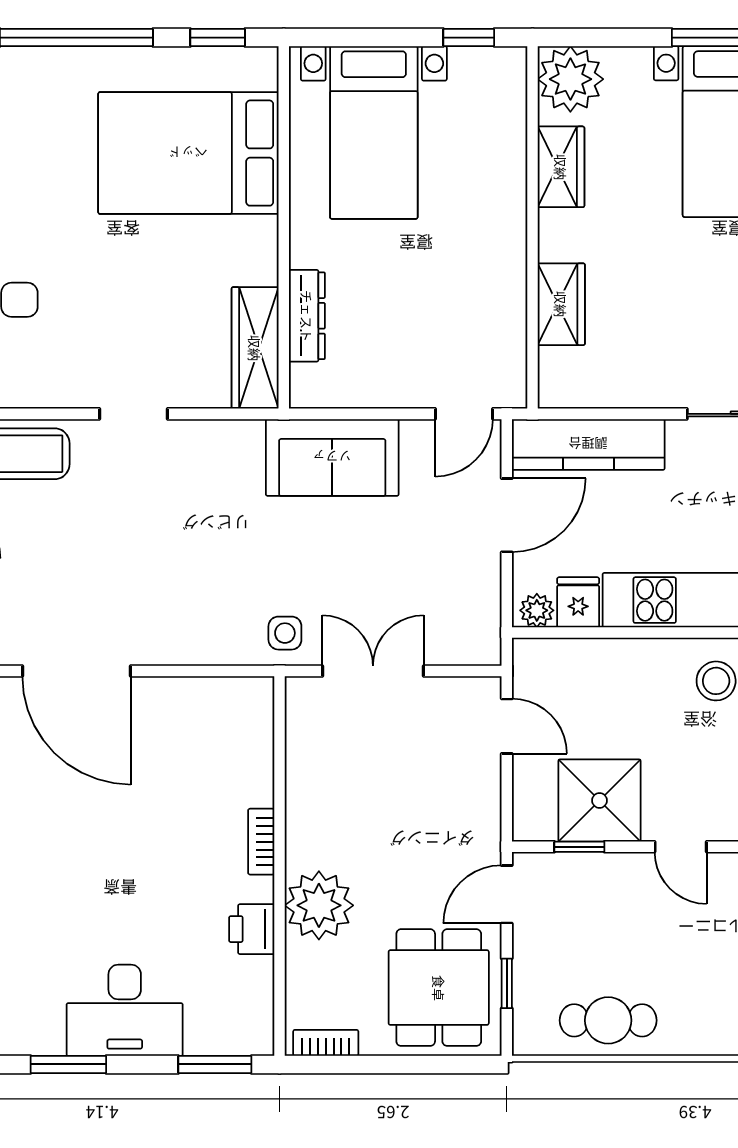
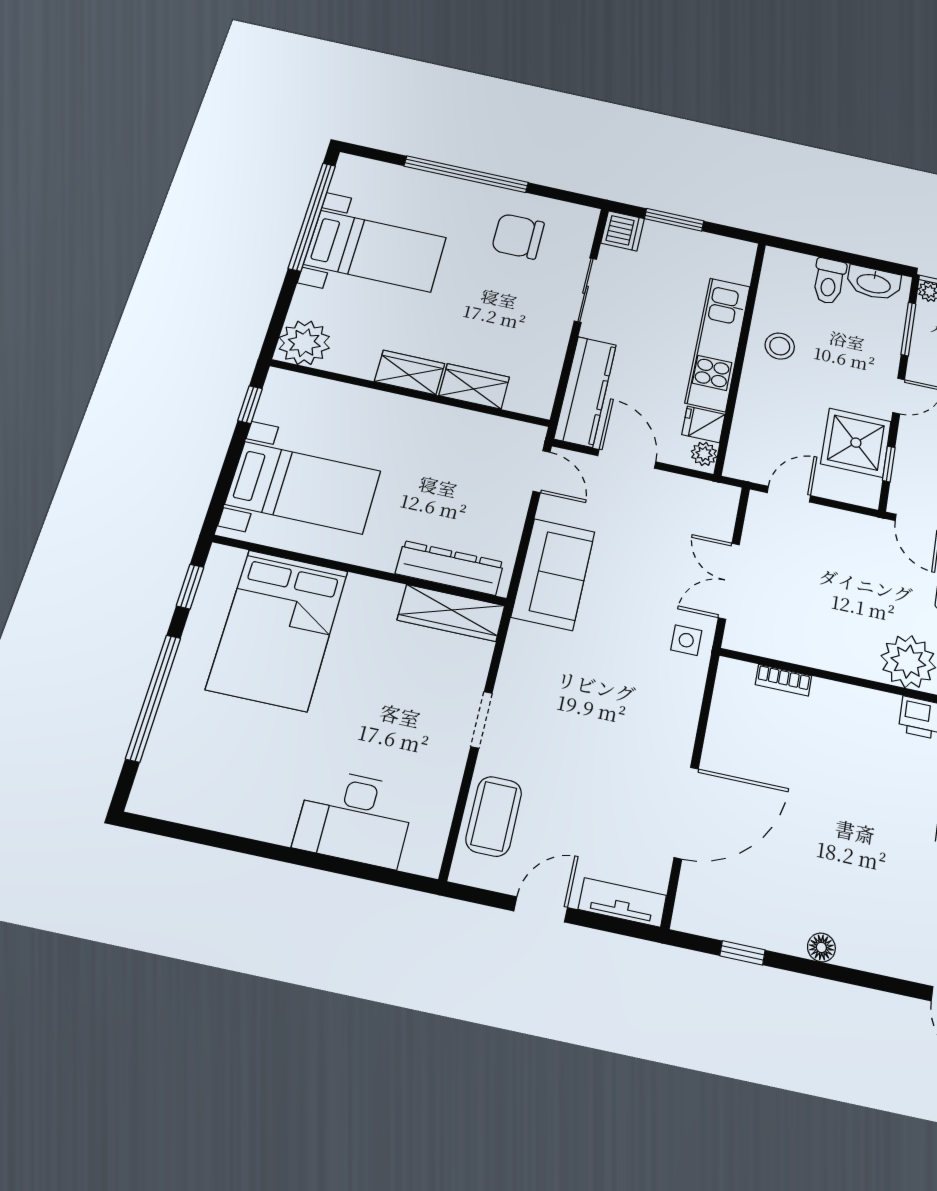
wardrobe: (561, 167) -> (410, 372), moved
dresser: (307, 316) -> (450, 568), width x1.37, depth x1.24
bookcase: (261, 842) -> (783, 680), moved

